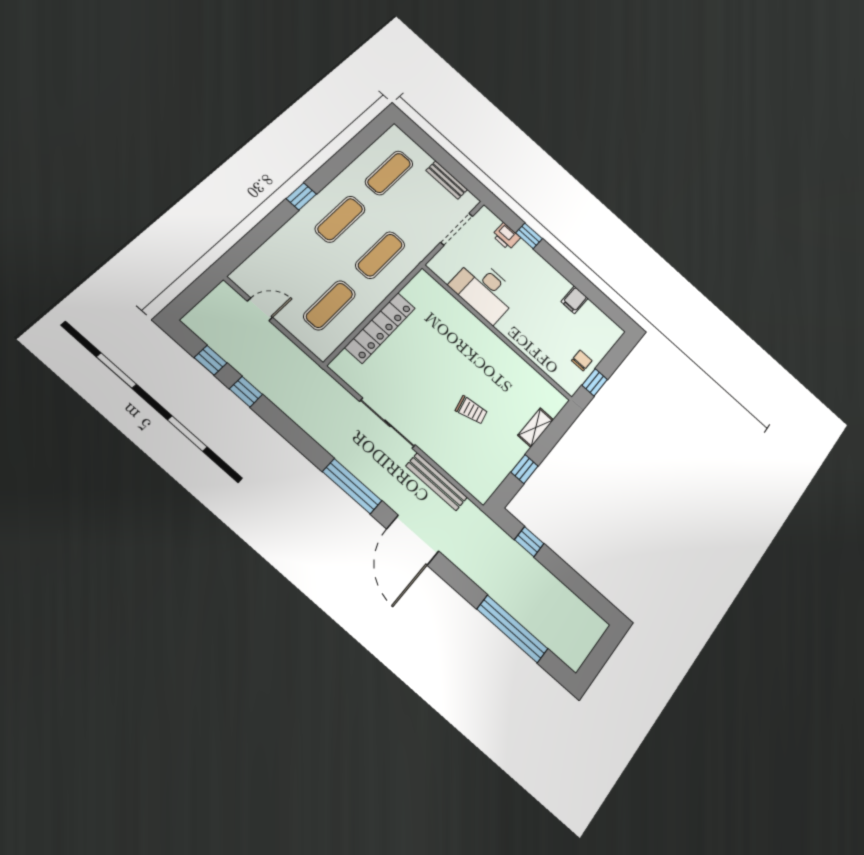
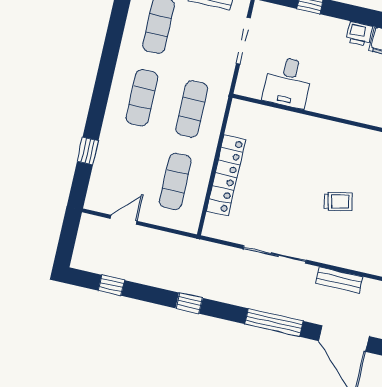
window: (301, 196) -> (88, 151), moved
printer: (506, 236) -> (359, 34), moved
desk: (484, 290) -> (288, 82), width x0.73
window: (246, 392) -> (189, 303), moved
bench: (437, 482) -> (339, 280), width x0.73

